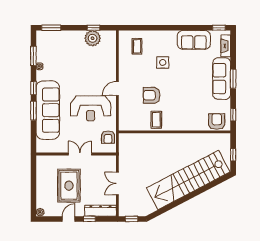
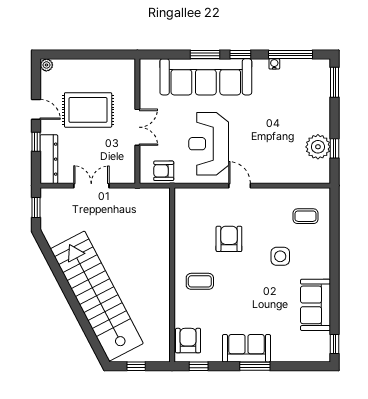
fireplace: (226, 46) -> (306, 355), removed
window: (33, 56) -> (291, 55), width x1.44
sofa: (222, 79) -> (246, 348), width x0.73
coffee table: (156, 120) -> (200, 281), moved
armchair: (217, 122) -> (188, 341), turned -90

